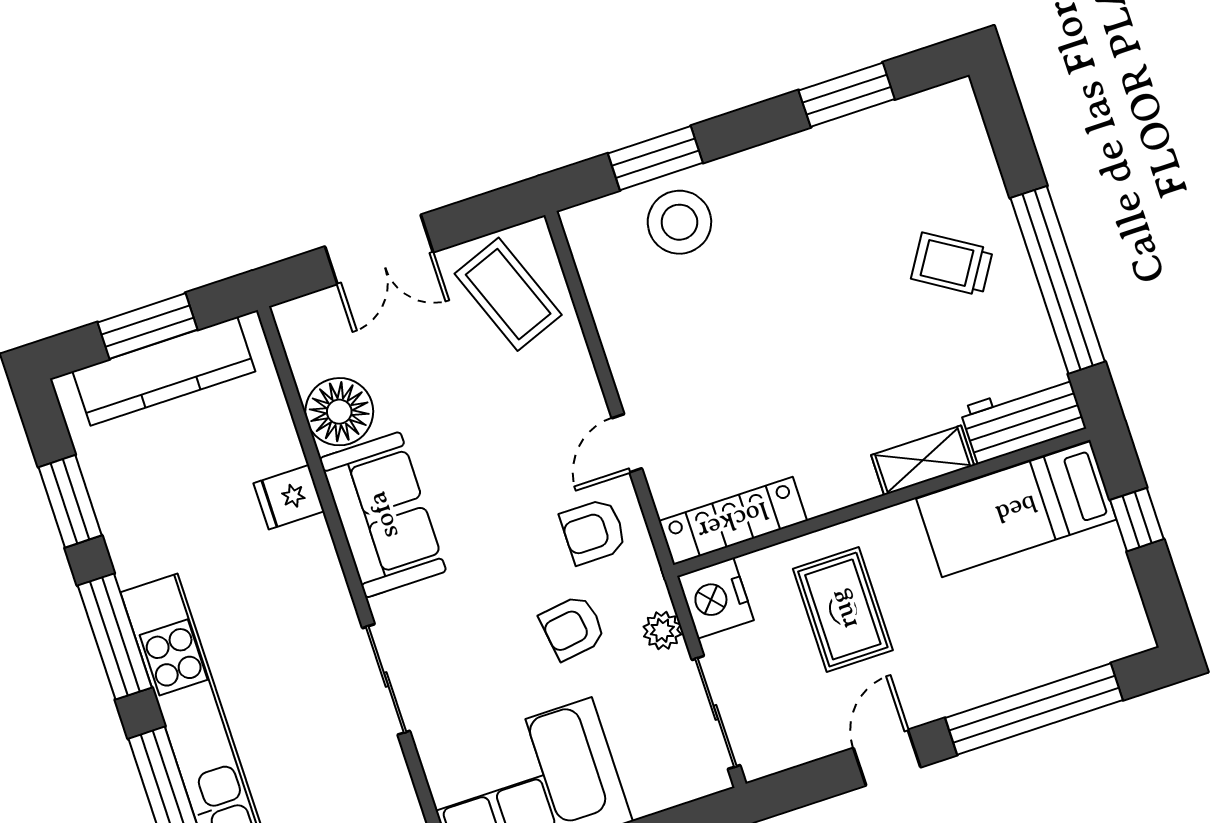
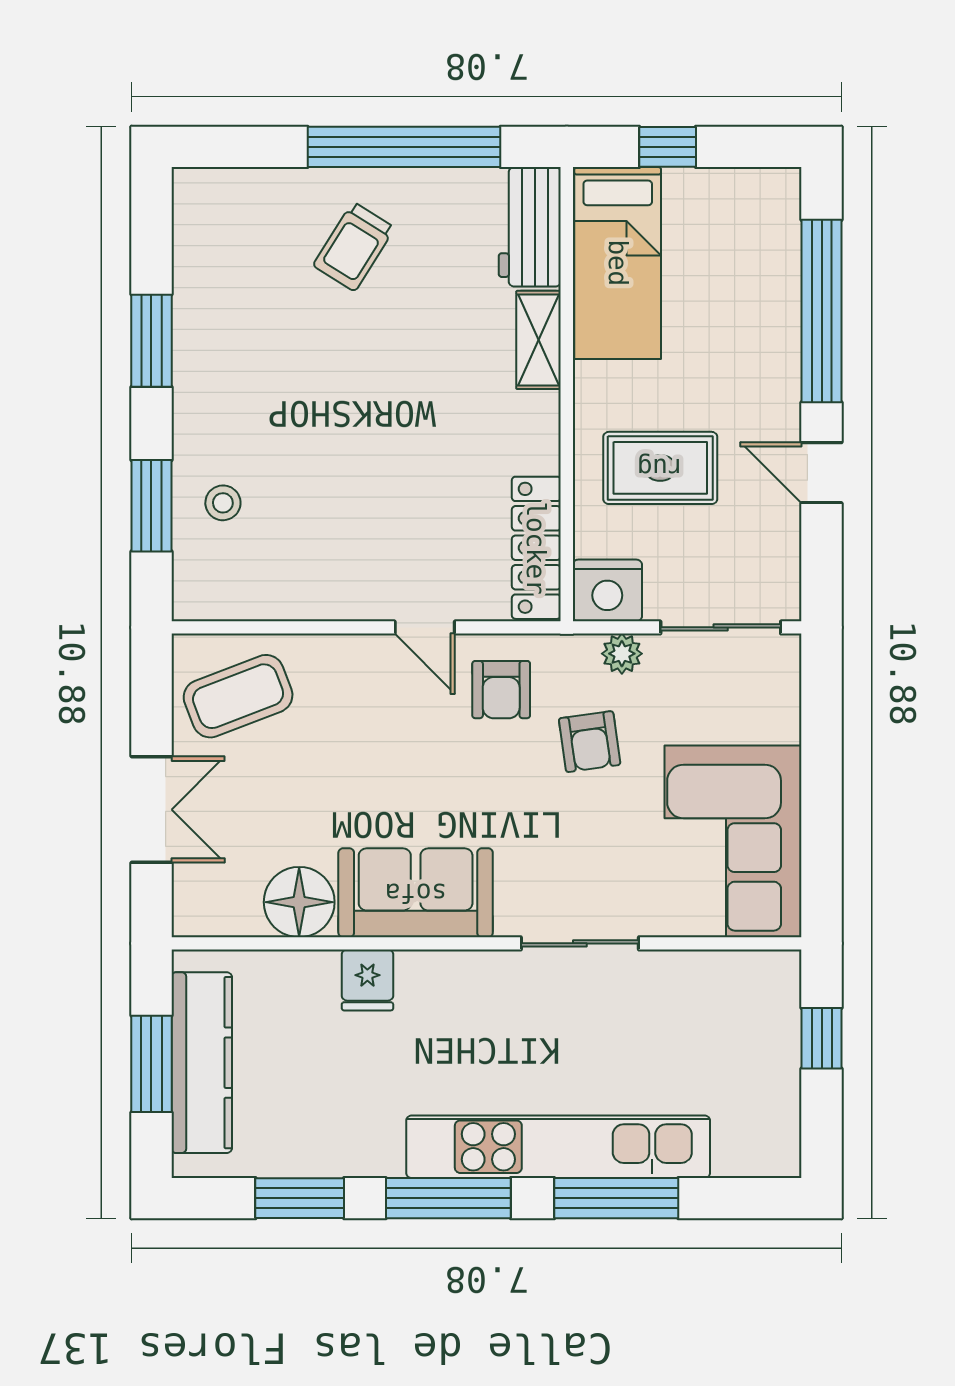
window: (847, 95) -> (151, 341), moved
stool: (679, 222) -> (223, 503), width x0.53, depth x0.53

